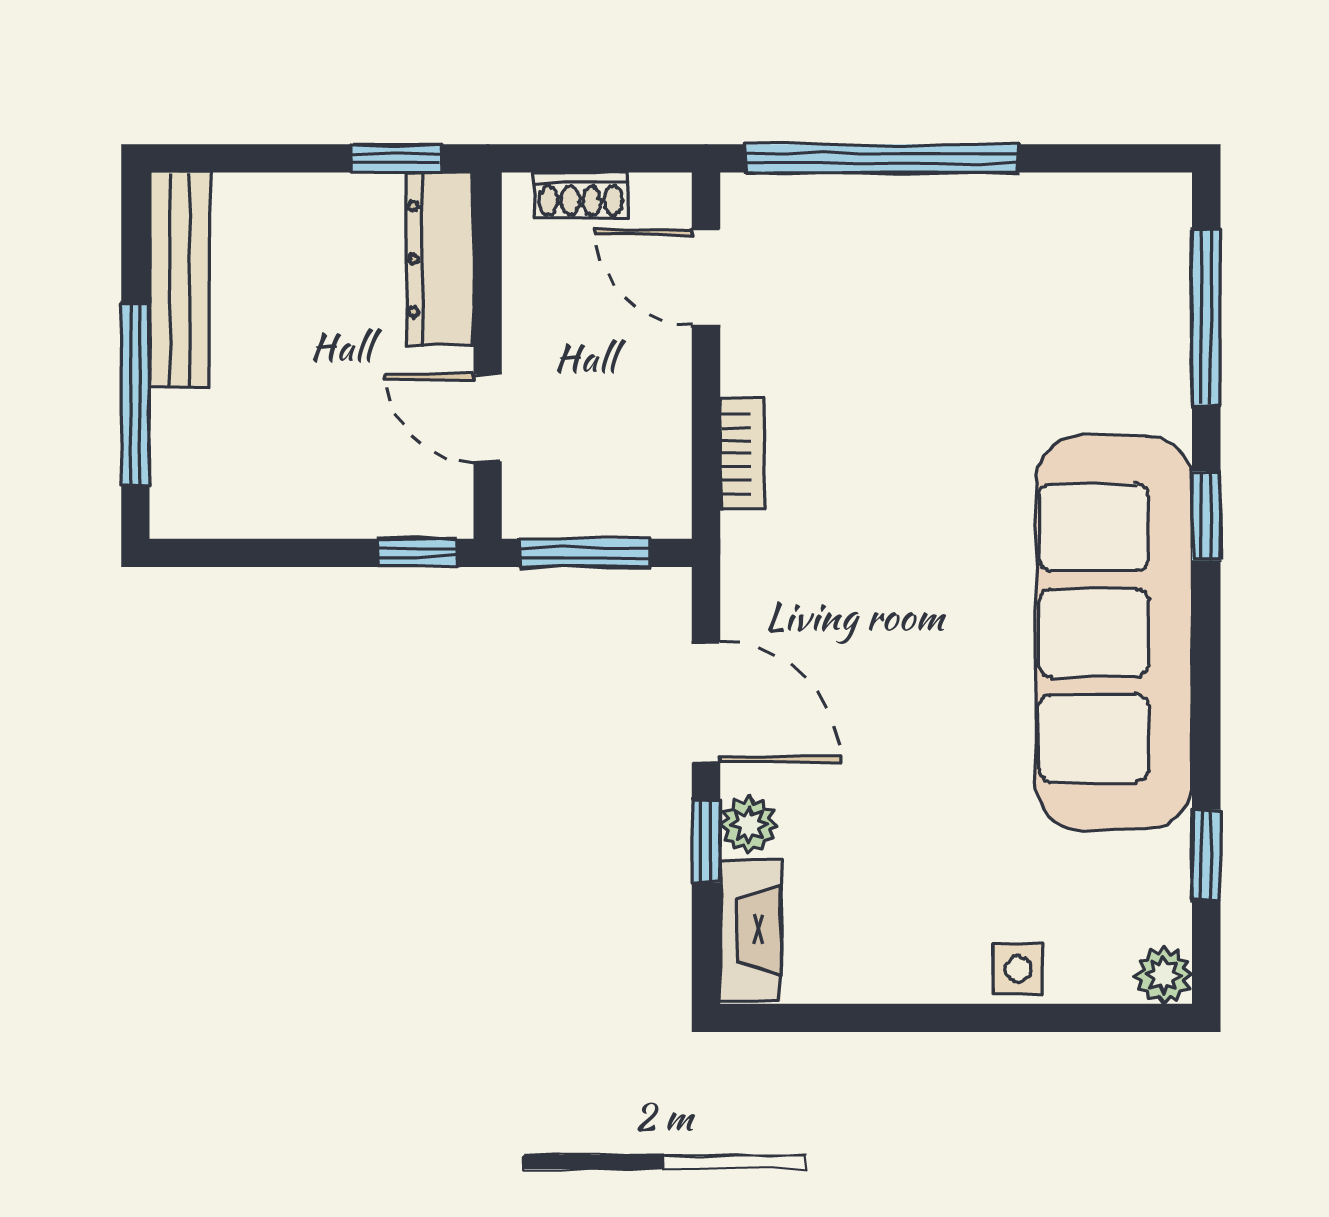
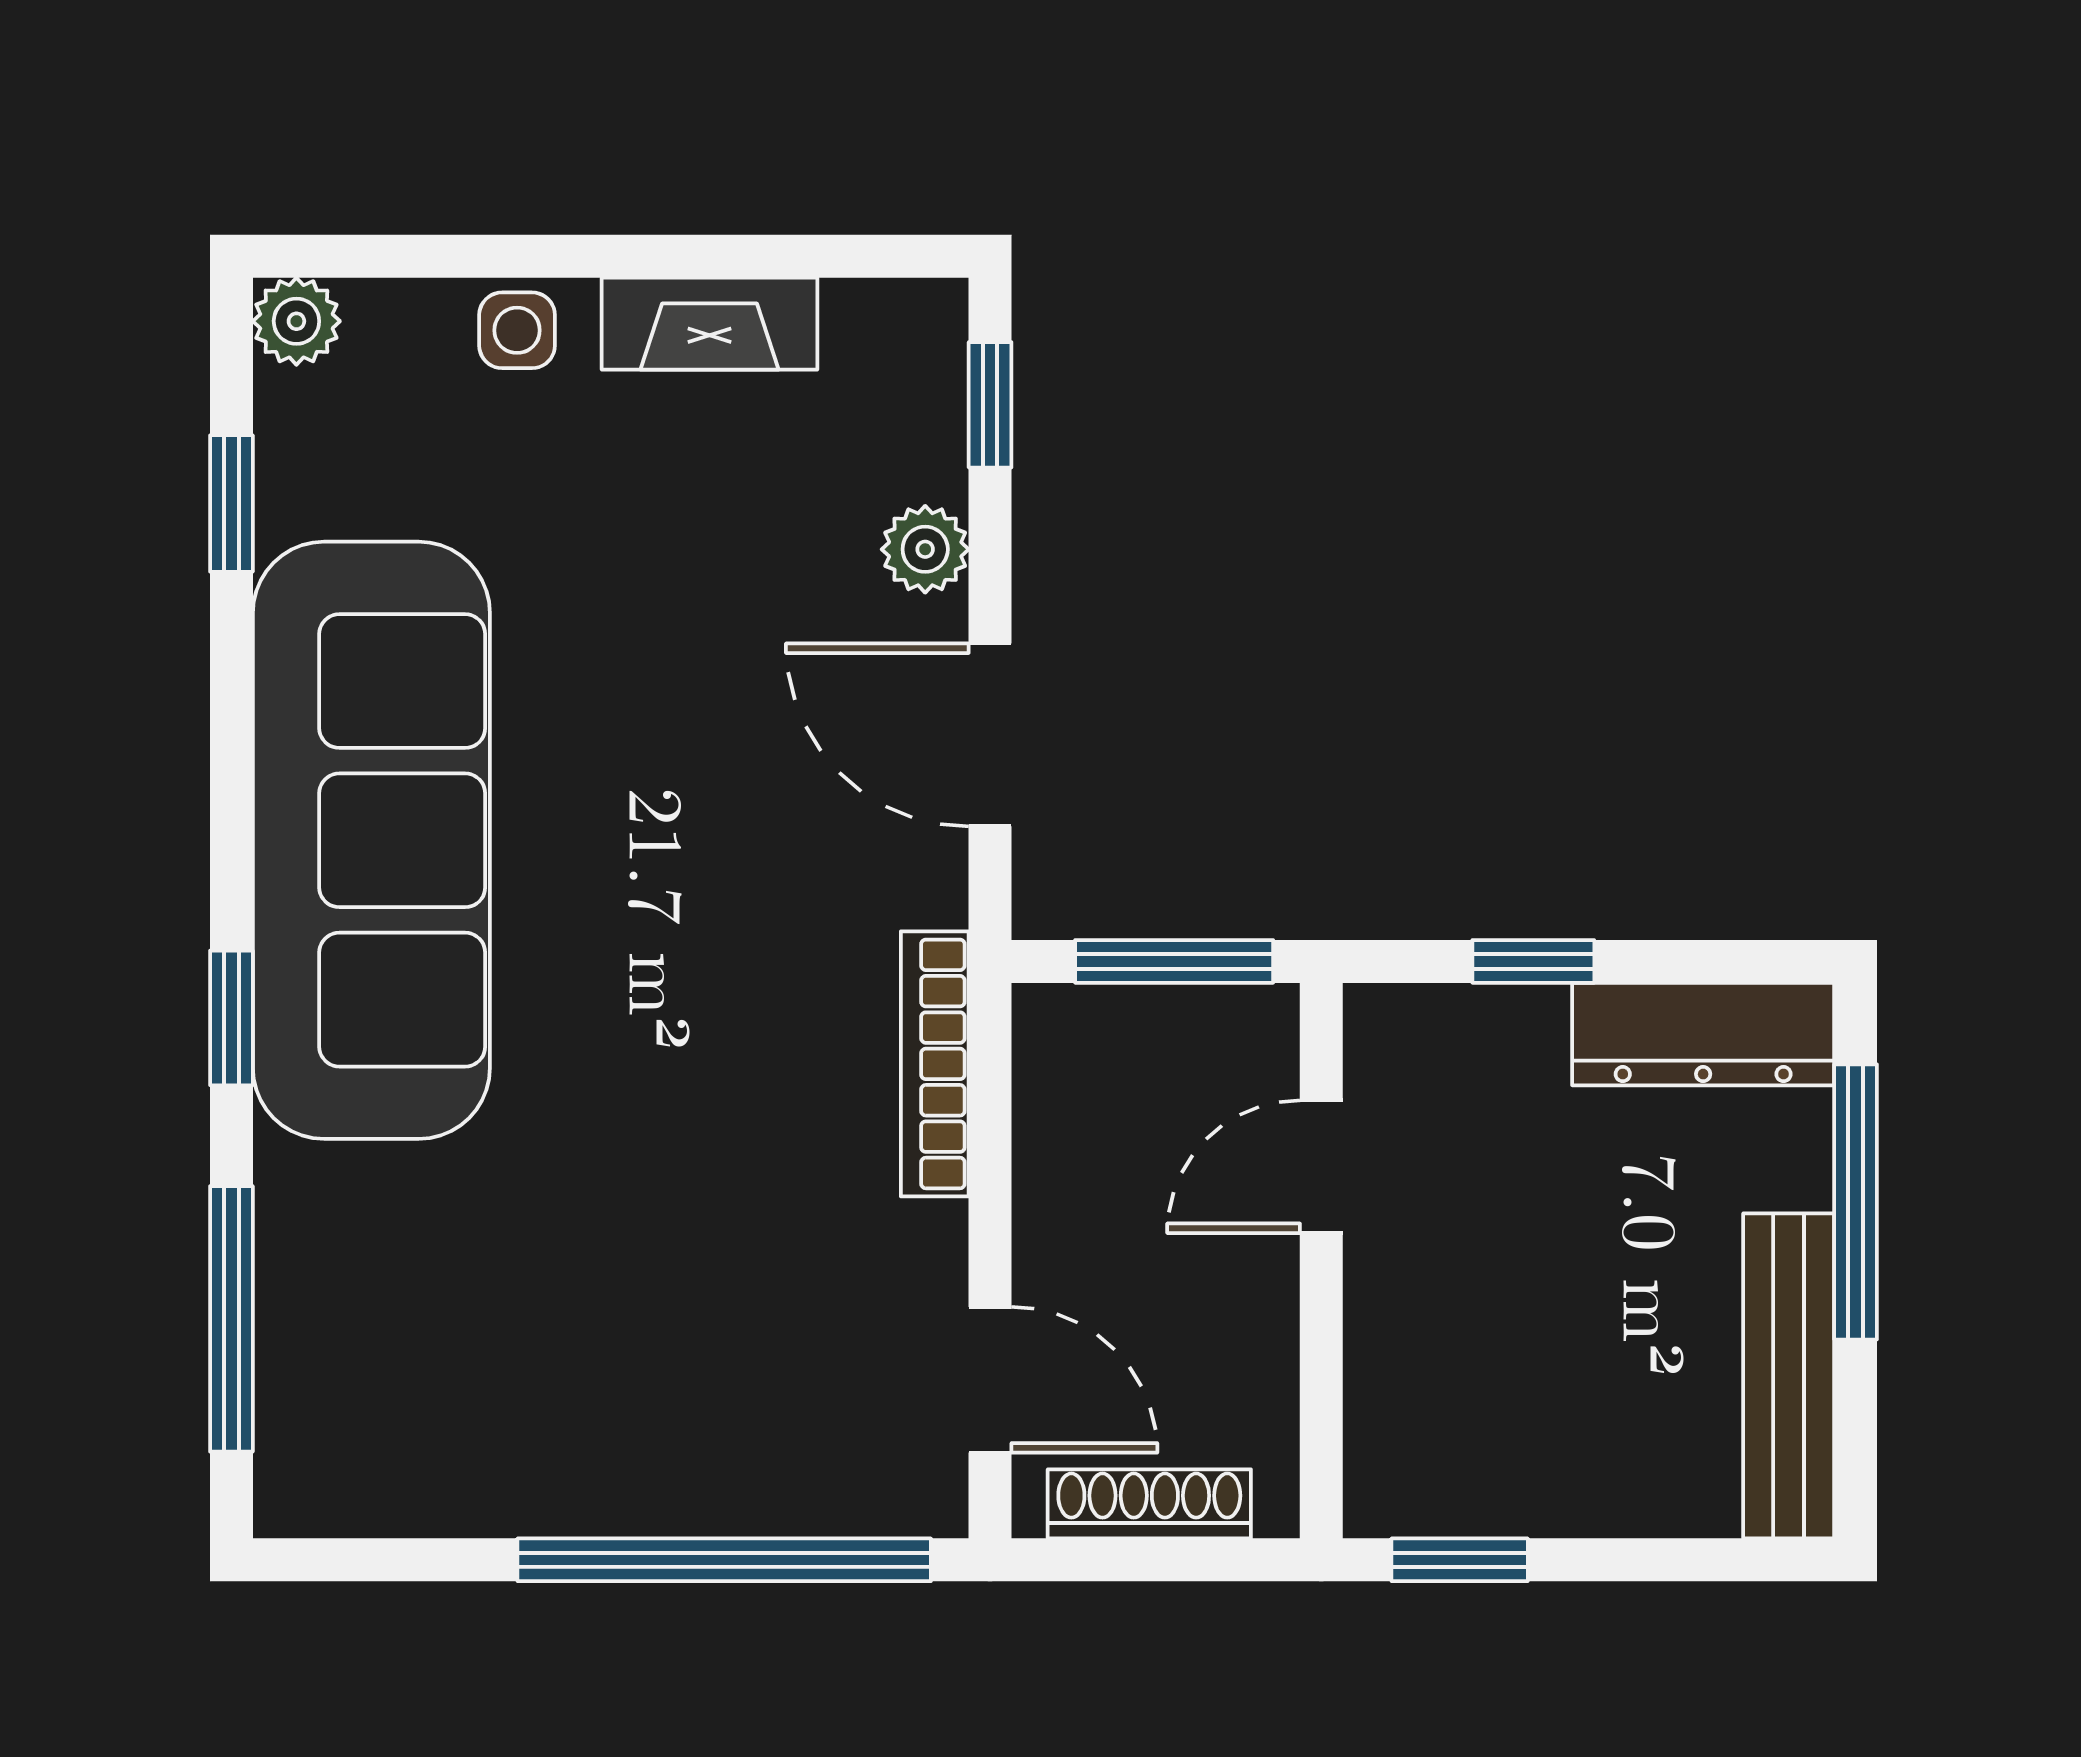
shoe rack: (581, 195) -> (1149, 1504), width x1.43
dresser: (440, 259) -> (1703, 1034), moved, turned 90
door: (488, 418) -> (1321, 1167), swing flipped
bookcase: (743, 454) -> (935, 1064), width x1.56
window: (418, 553) -> (1533, 961), moved
window: (706, 841) -> (990, 405), moved
fireplace: (751, 930) -> (710, 324), moved, turned -90

